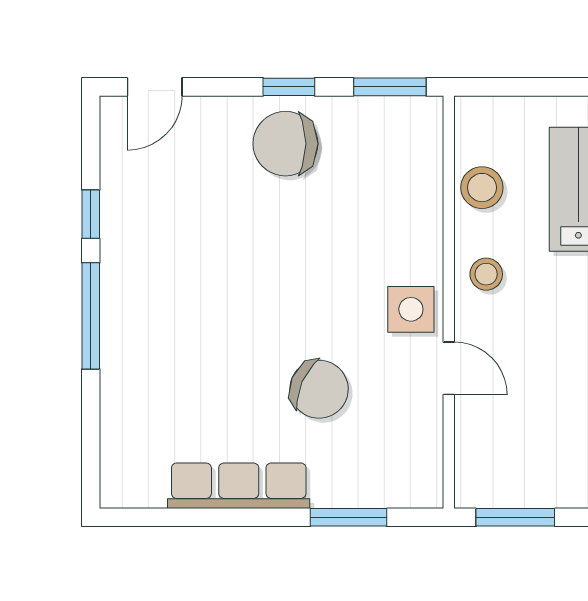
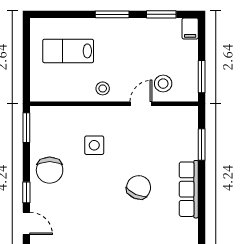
window: (289, 87) -> (26, 192), moved
stool: (482, 188) -> (163, 84), moved
side table: (411, 309) -> (94, 145), moved
chair: (319, 389) -> (139, 187), moved

